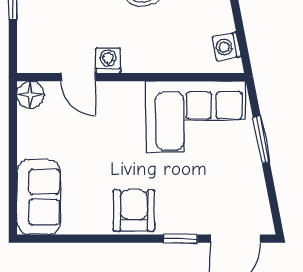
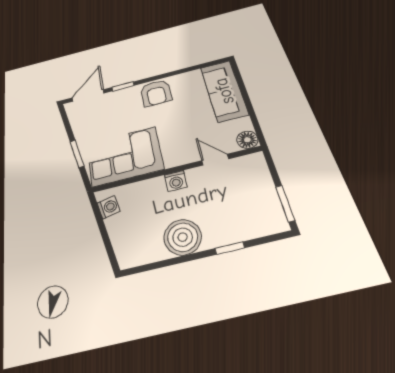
washing machine: (108, 60) -> (176, 181), moved
sofa: (39, 197) -> (224, 91), width x1.36

